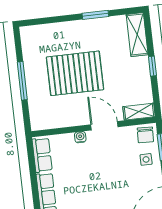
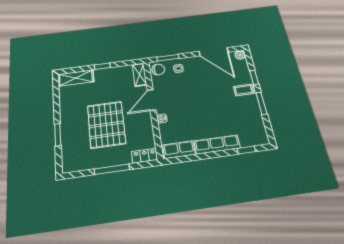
window: (95, 15) -> (58, 135), moved
locker: (36, 117) -> (145, 156), added

